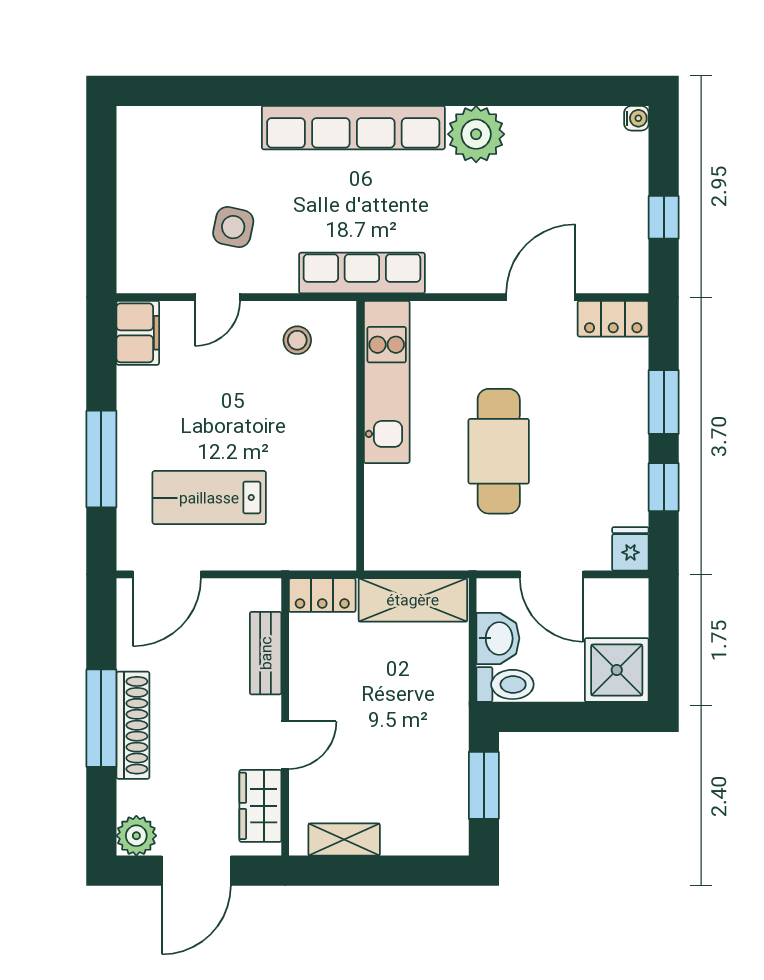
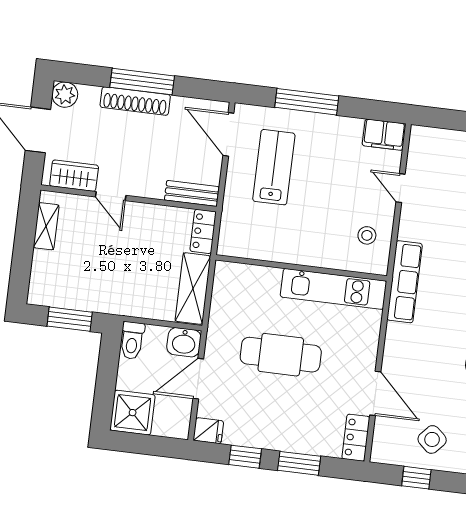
side table: (233, 227) -> (432, 439), moved, turned 30
washbasin: (498, 638) -> (184, 342), moved
bench: (266, 653) -> (192, 193), moved

